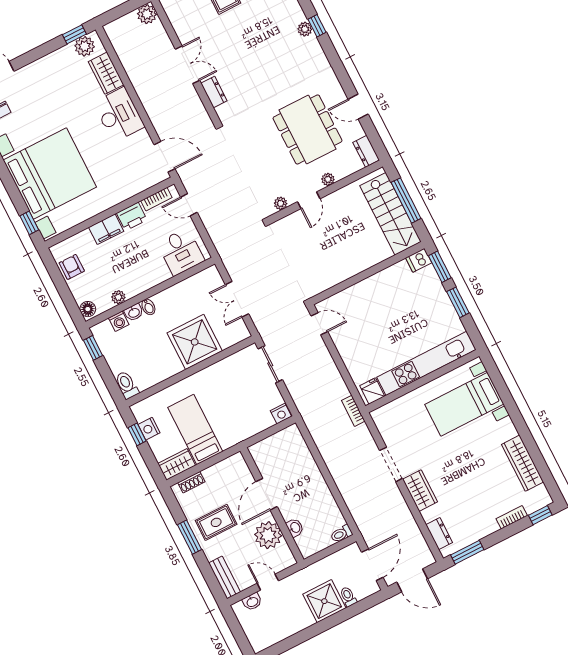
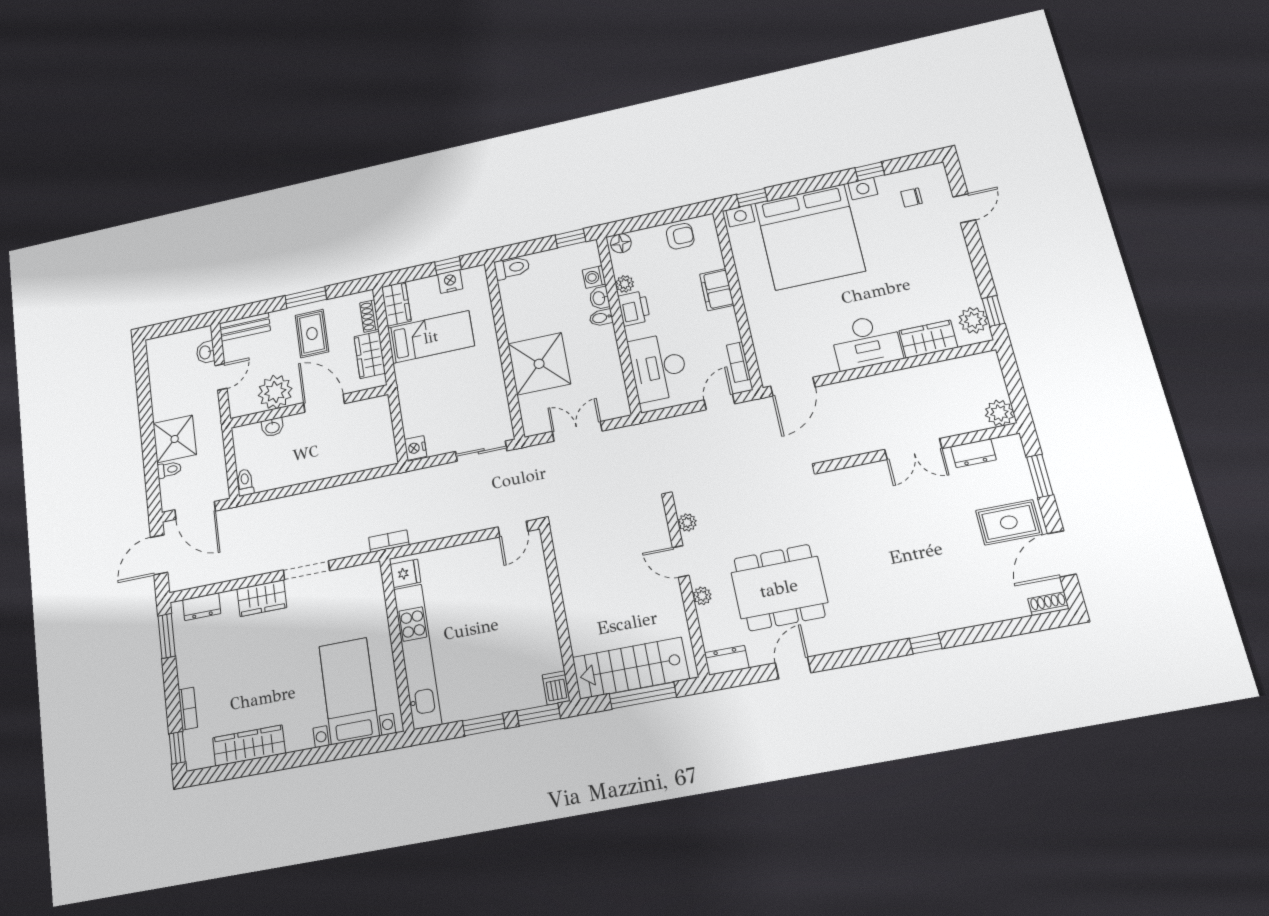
plant: (305, 29) -> (925, 625), removed
dresser: (214, 92) -> (974, 453), moved
printer: (132, 216) -> (634, 308), moved, turned 180
desk: (181, 252) -> (658, 367), width x1.37
wardrobe: (221, 472) -> (370, 355), added

